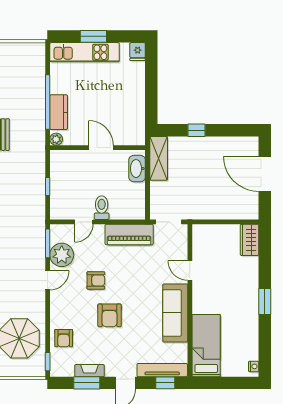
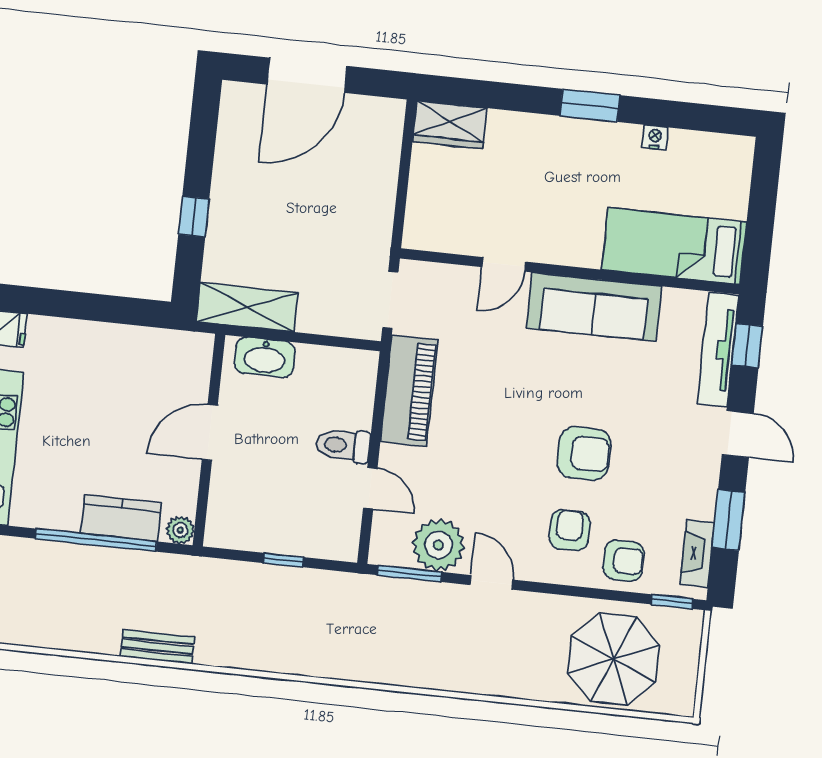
armchair: (96, 280) -> (569, 530), moved
nightstand: (254, 366) -> (655, 137), moved
fireplace: (90, 371) -> (697, 553), moved

